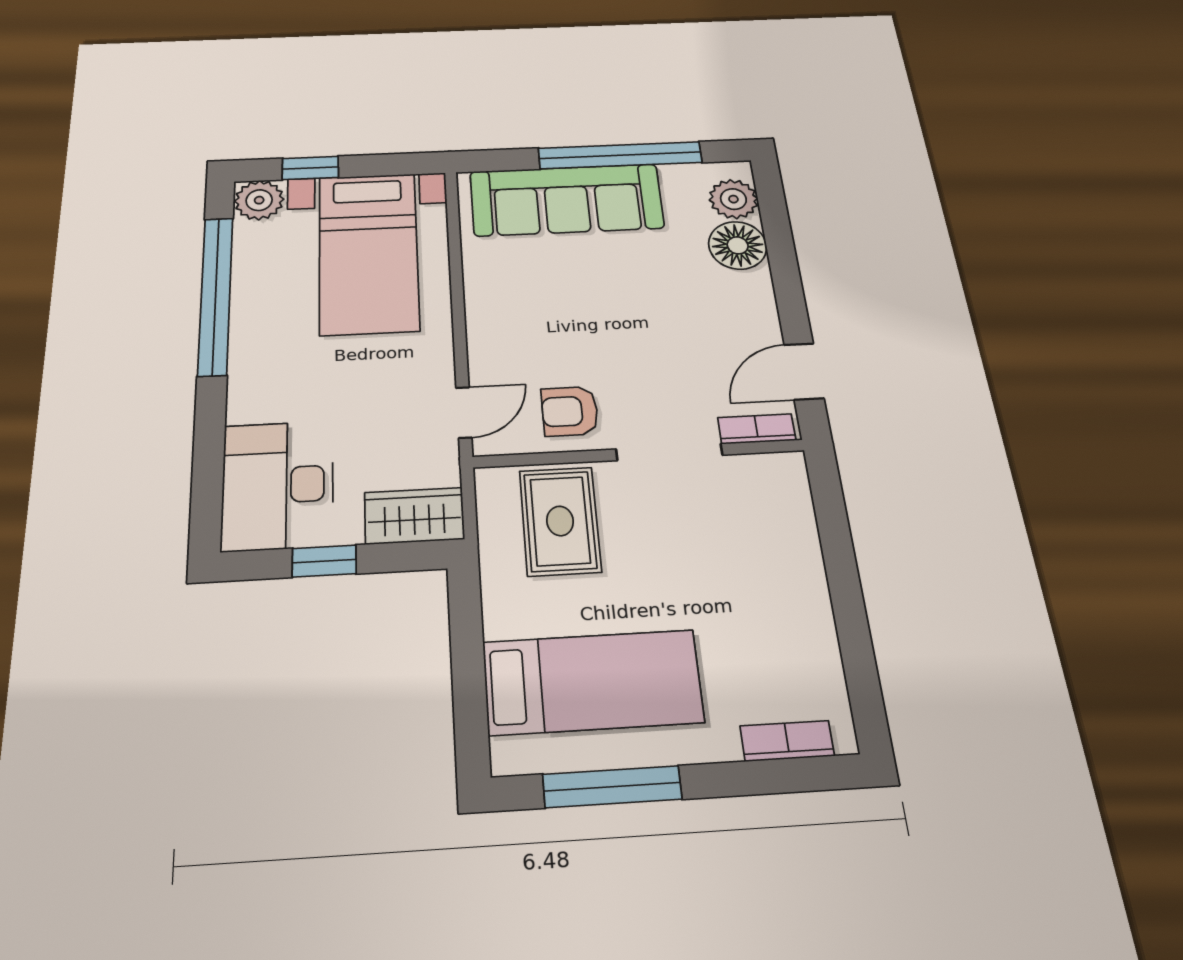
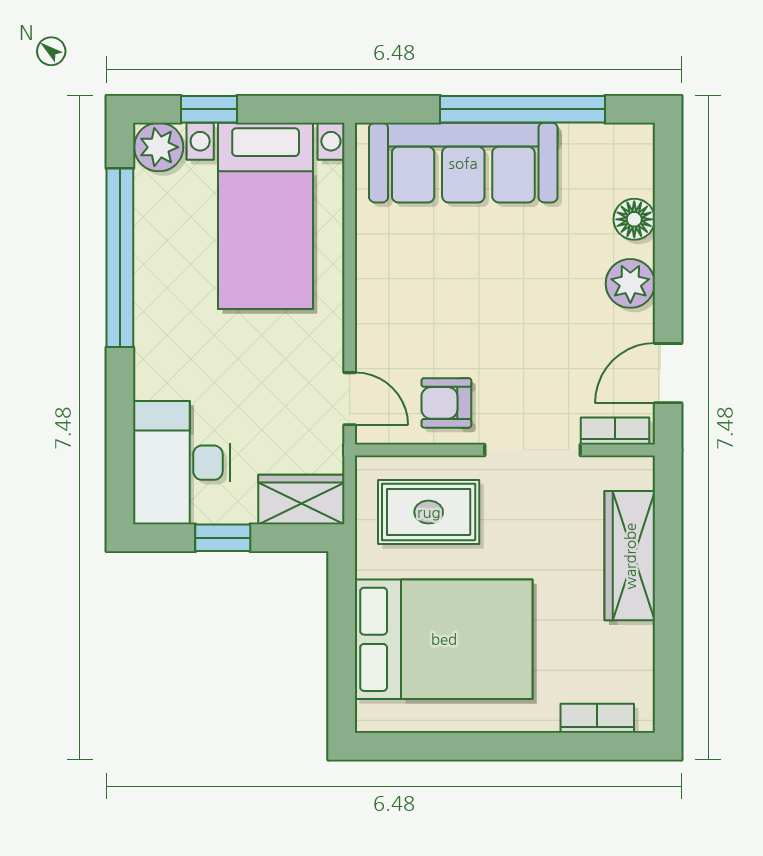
plant: (733, 199) -> (630, 283), moved
floor lamp: (738, 245) -> (634, 219), width x0.73, depth x0.73
door: (464, 413) -> (350, 399), hinge flipped
rug: (560, 521) -> (429, 512), turned 90
wardrobe: (795, 554) -> (630, 556), added
bed: (592, 682) -> (444, 639), width x1.50
window: (612, 787) -> (451, 746), removed

